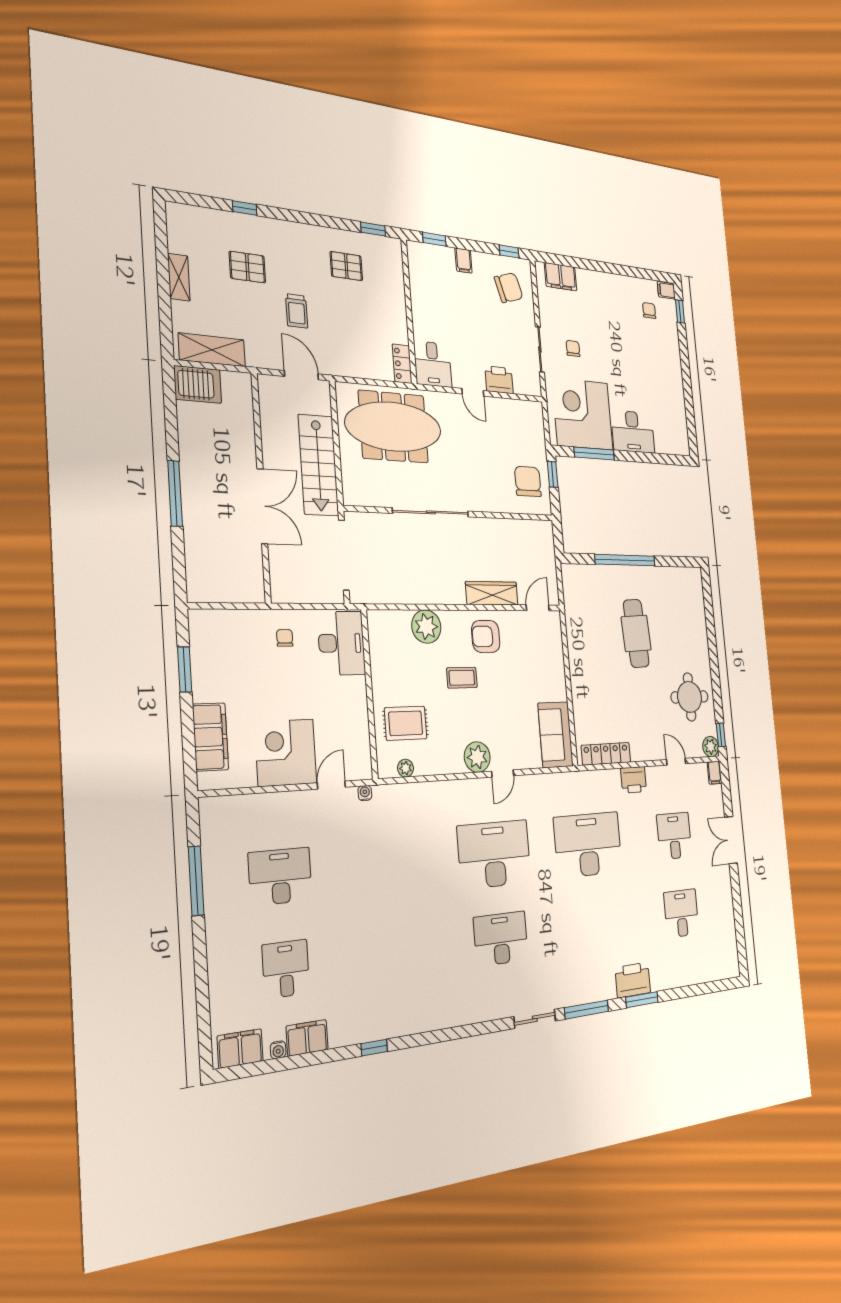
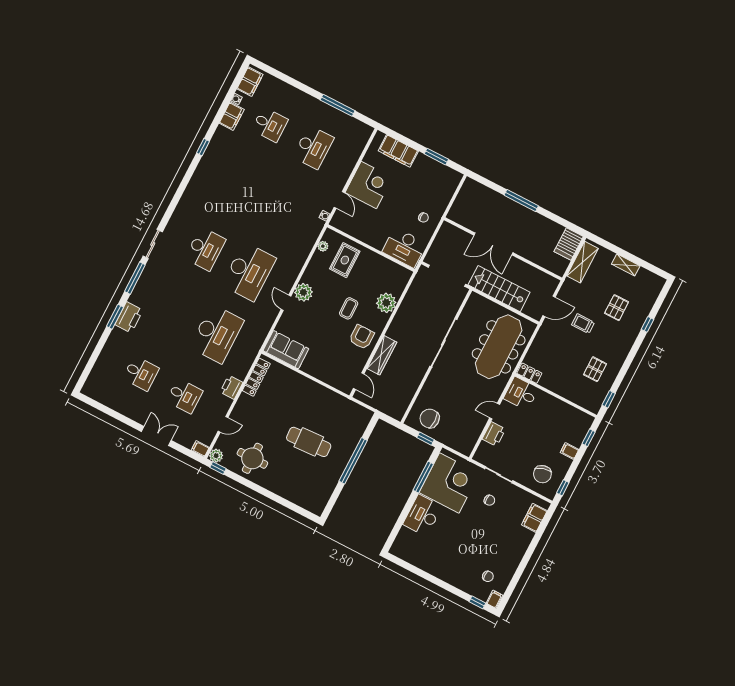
chair: (528, 481) -> (430, 418), turned 180

